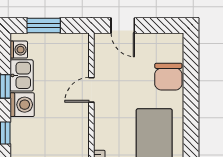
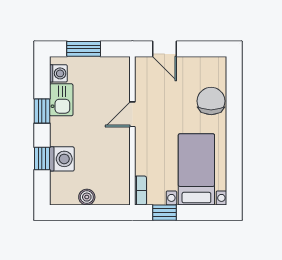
chair: (168, 77) -> (211, 101), turned 180
washing machine: (22, 105) -> (62, 159), moved

